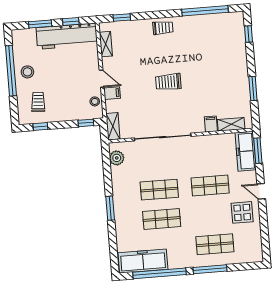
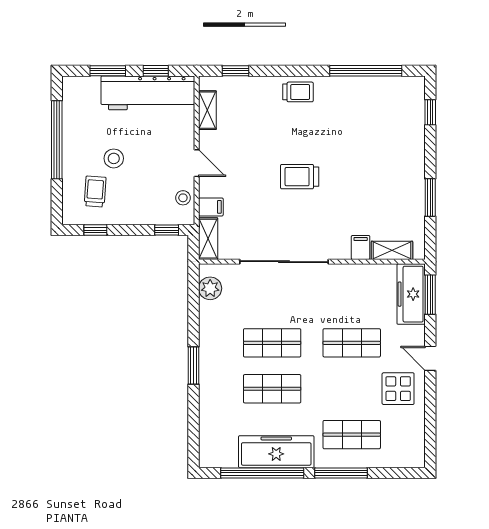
stool: (27, 72) -> (114, 158), moved
filing cabinet: (112, 93) -> (211, 207), moved
freezer: (143, 261) -> (276, 452), moved

